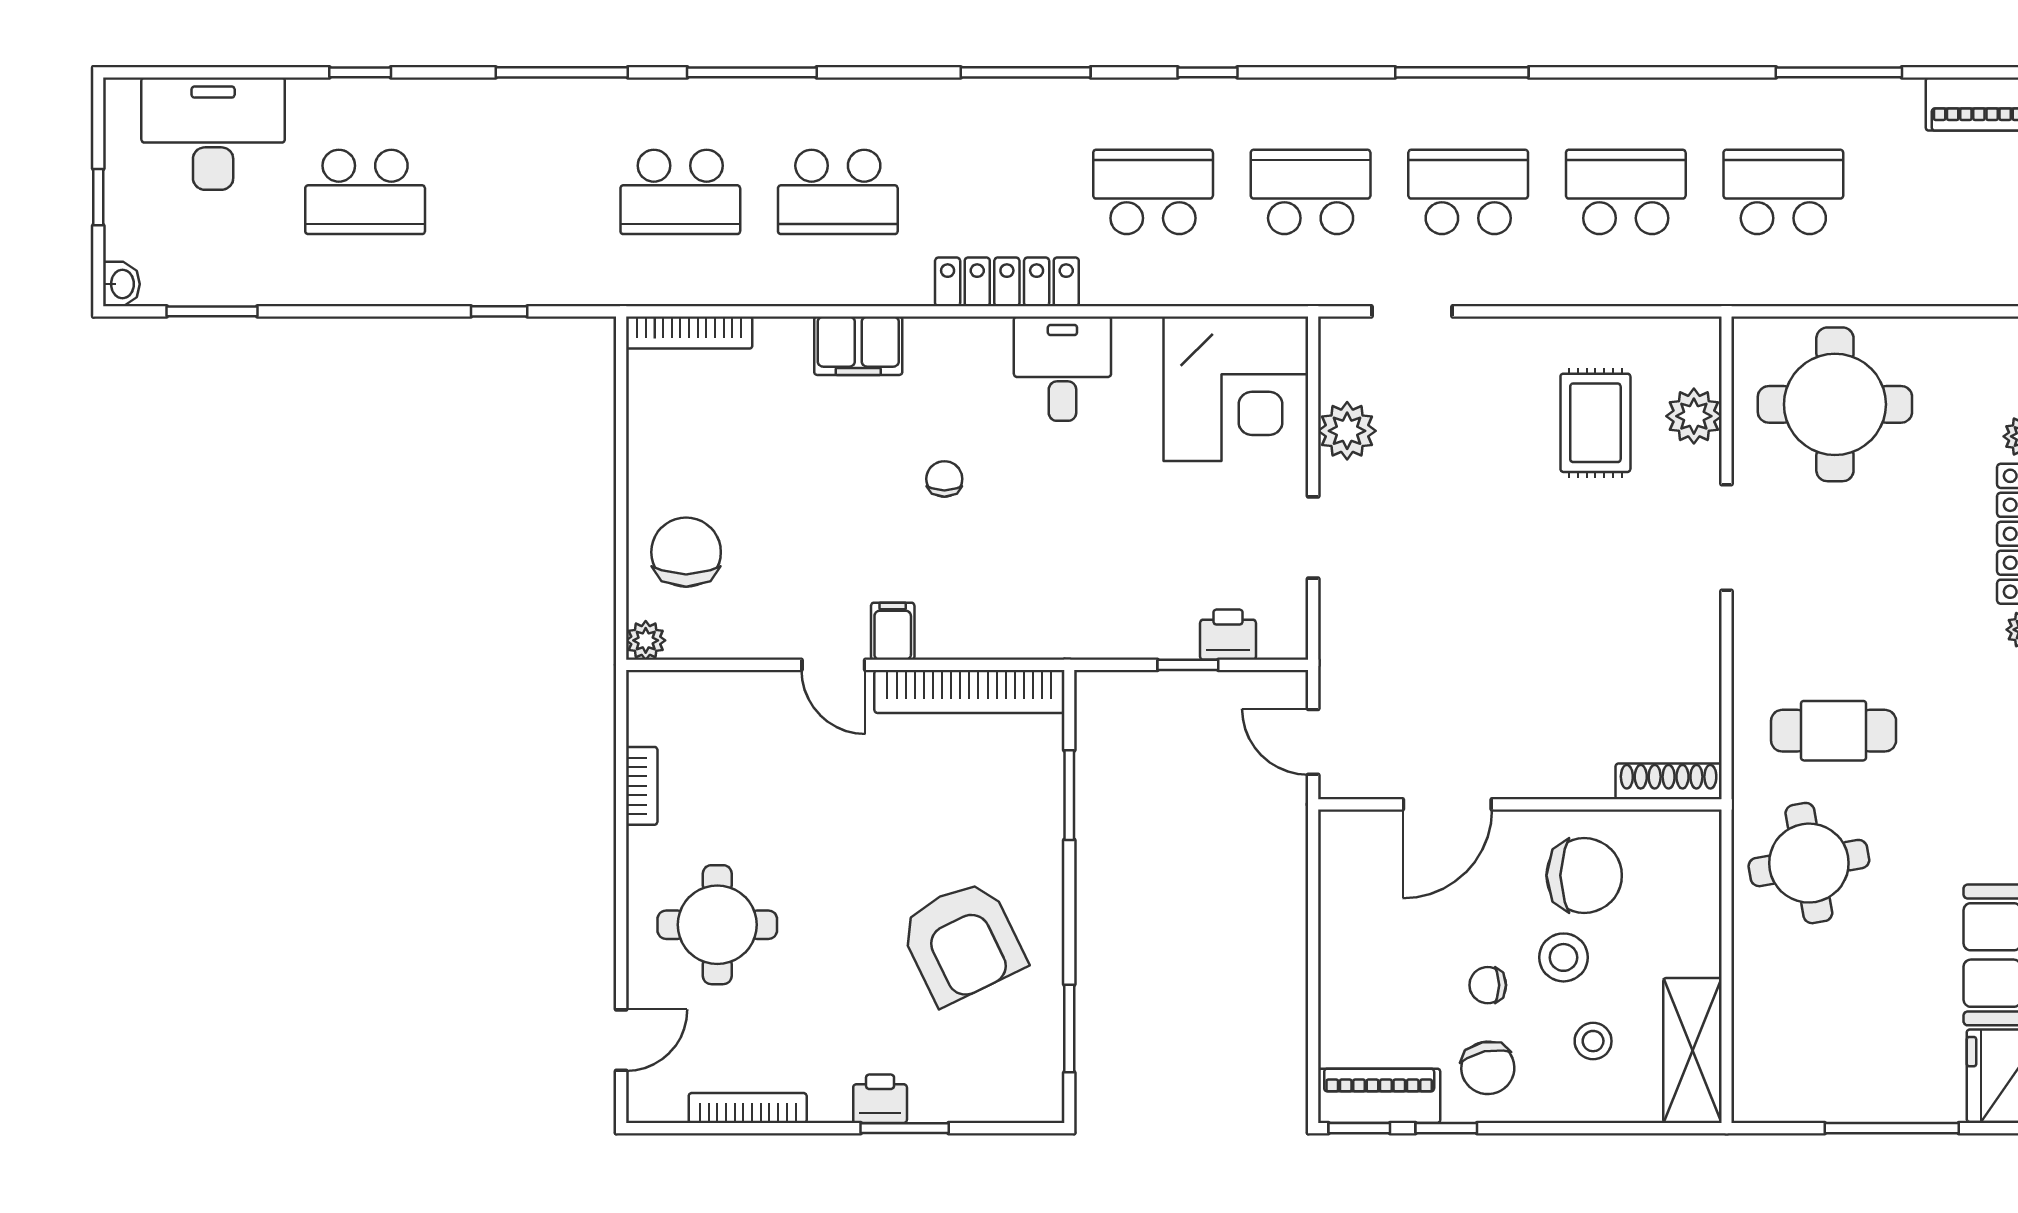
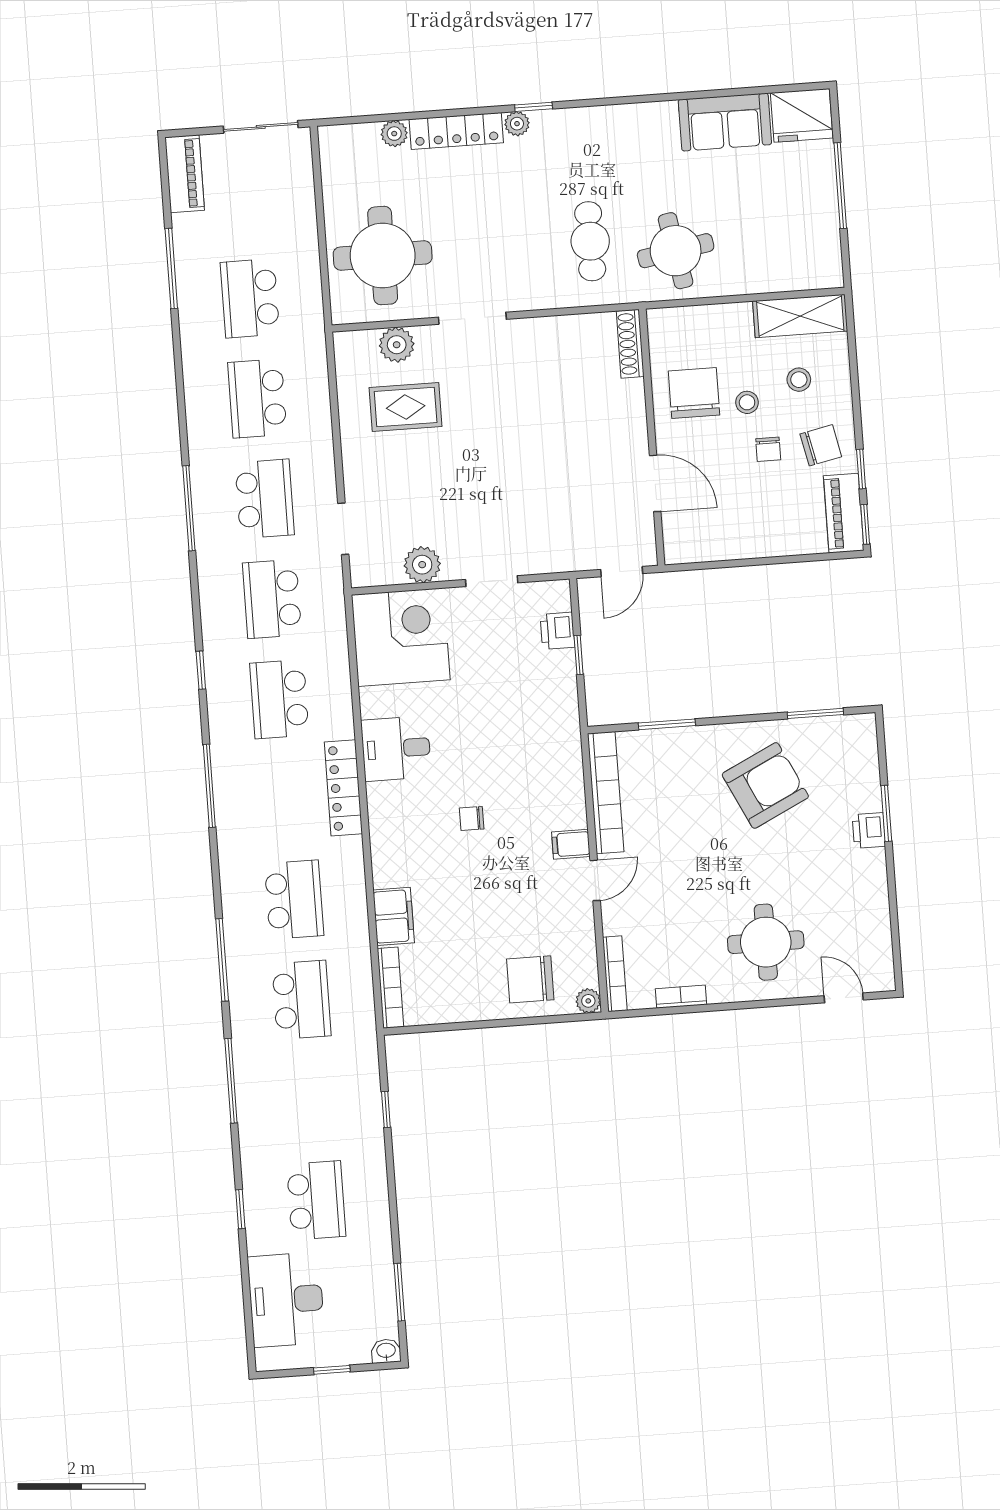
school desk: (1468, 192) -> (265, 499), turned 180
filing cabinet: (858, 346) -> (394, 916), moved
stool: (1564, 957) -> (747, 402), width x0.73, depth x0.73
bookcase: (748, 1108) -> (615, 974), moved, turned 180

